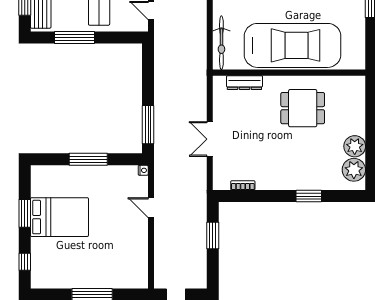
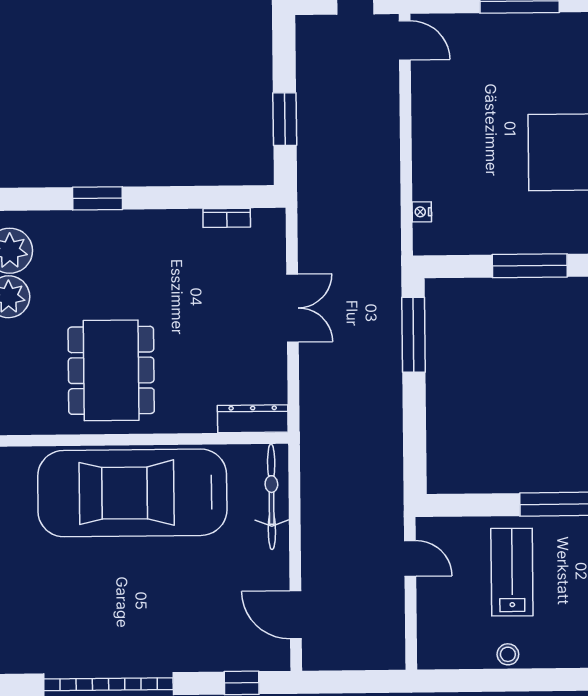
dresser: (244, 83) -> (253, 419), moved
dining table: (303, 108) -> (111, 370), width x1.38
nightstand: (143, 170) -> (422, 212), moved
door: (151, 208) -> (405, 40), moved

